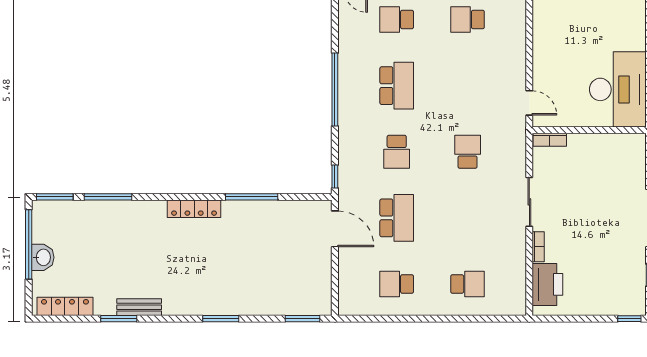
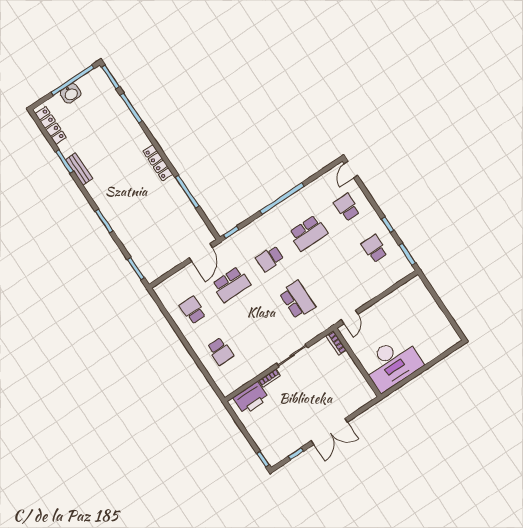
school desk: (468, 152) -> (297, 300), width x1.85

